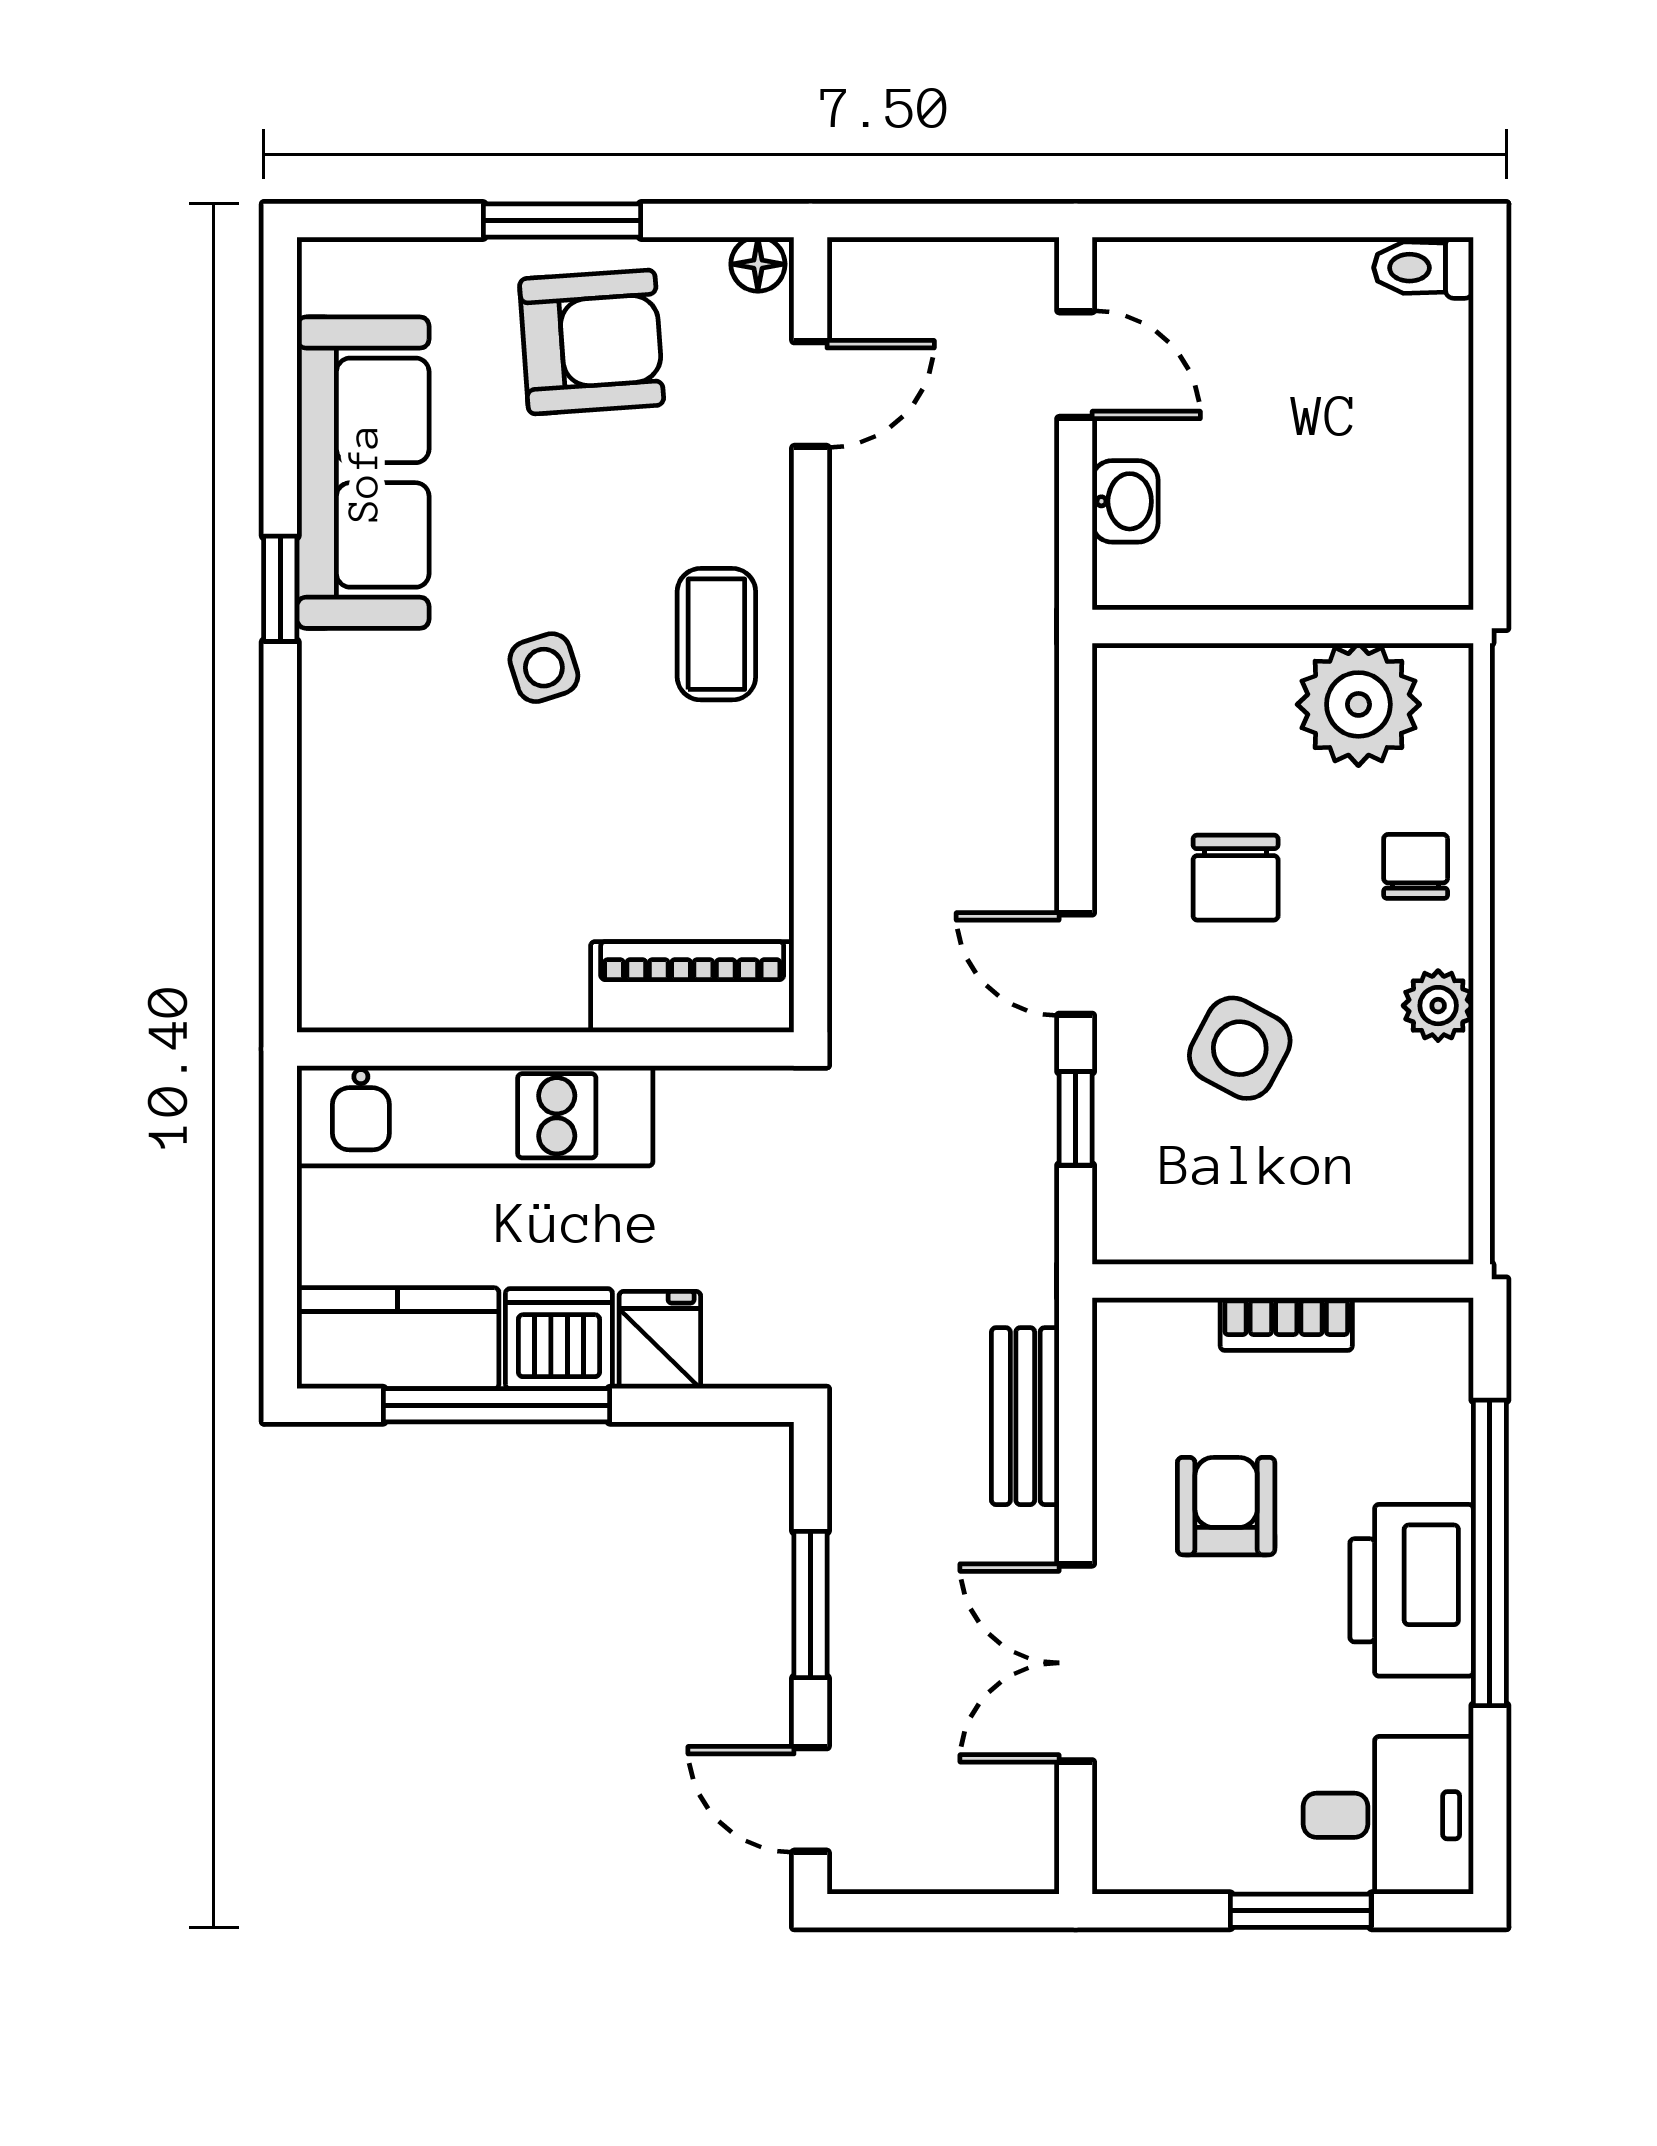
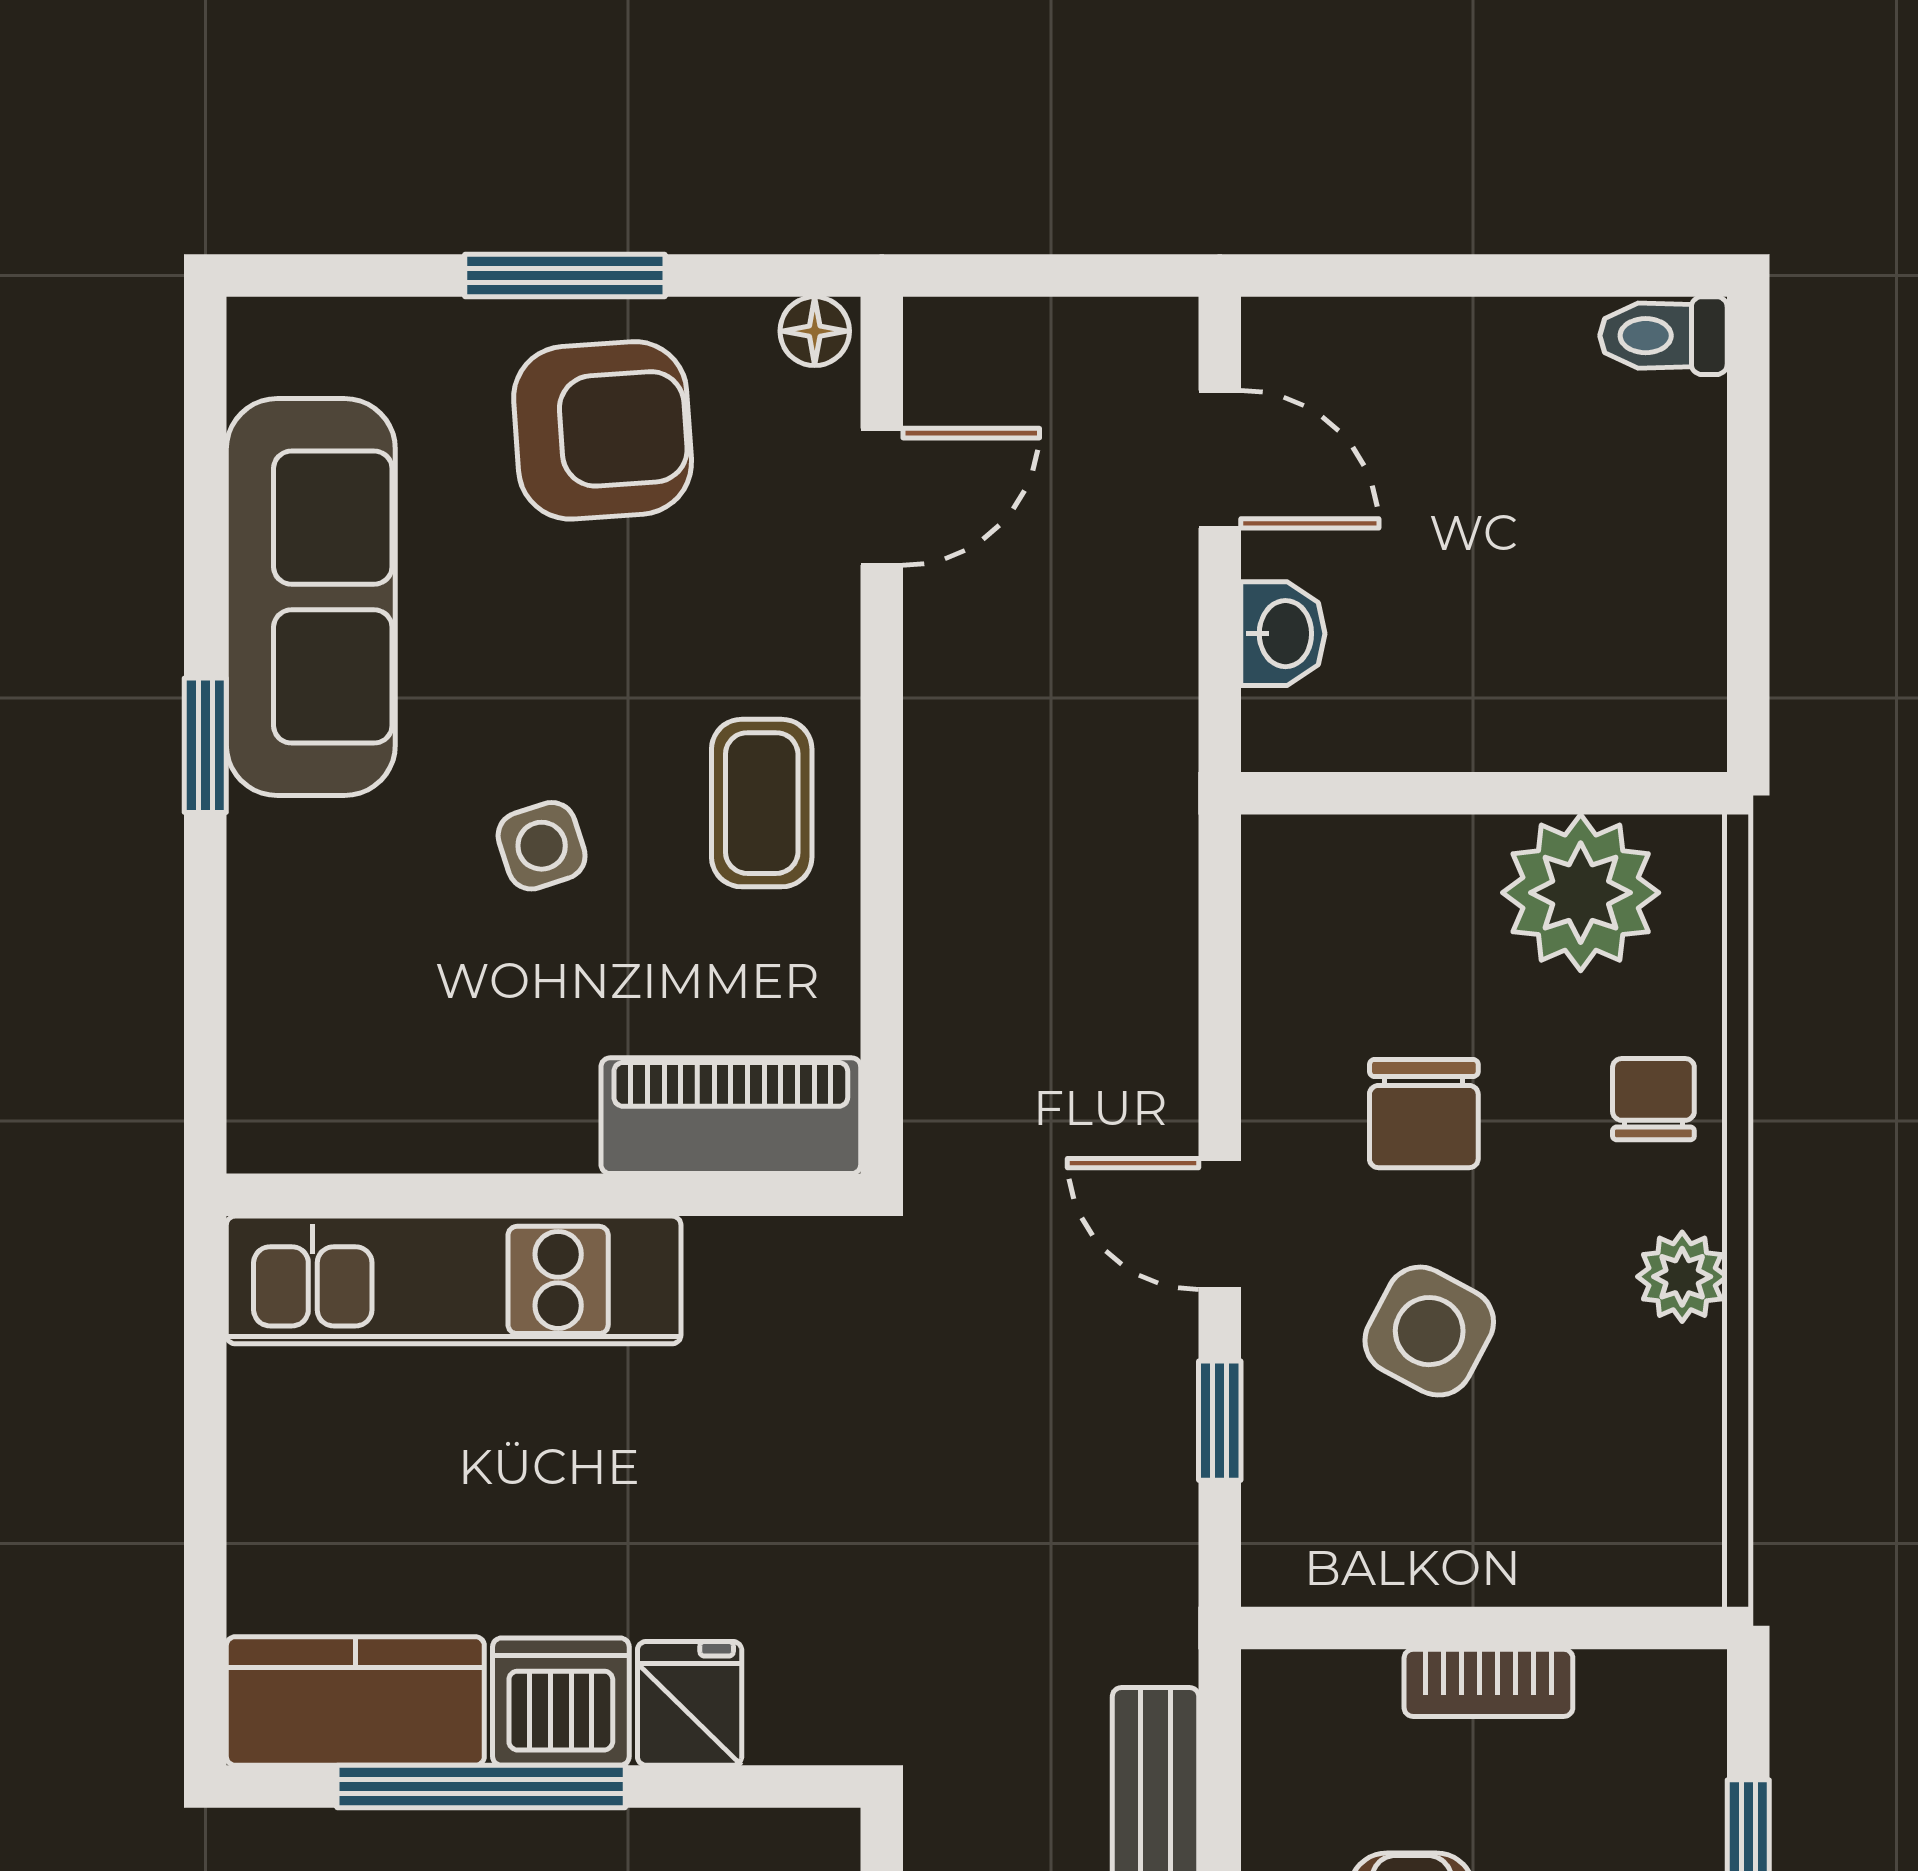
piano: (692, 987) -> (731, 1116), moved
wall: (545, 1049) -> (543, 1195), moved
kitchen unit: (475, 1116) -> (454, 1280), moved

